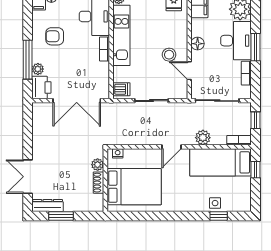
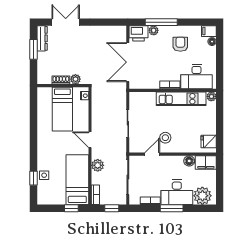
floor lamp: (198, 44) -> (189, 161), moved
dishwasher: (121, 89) -> (137, 99), removed
bed: (134, 187) -> (62, 109), width x0.67

